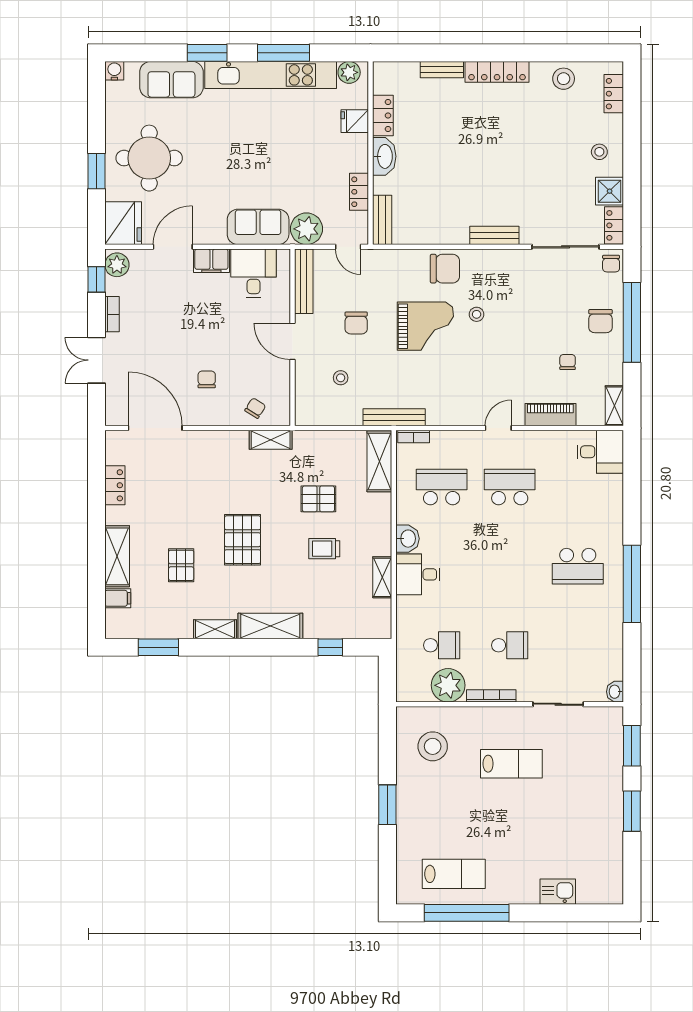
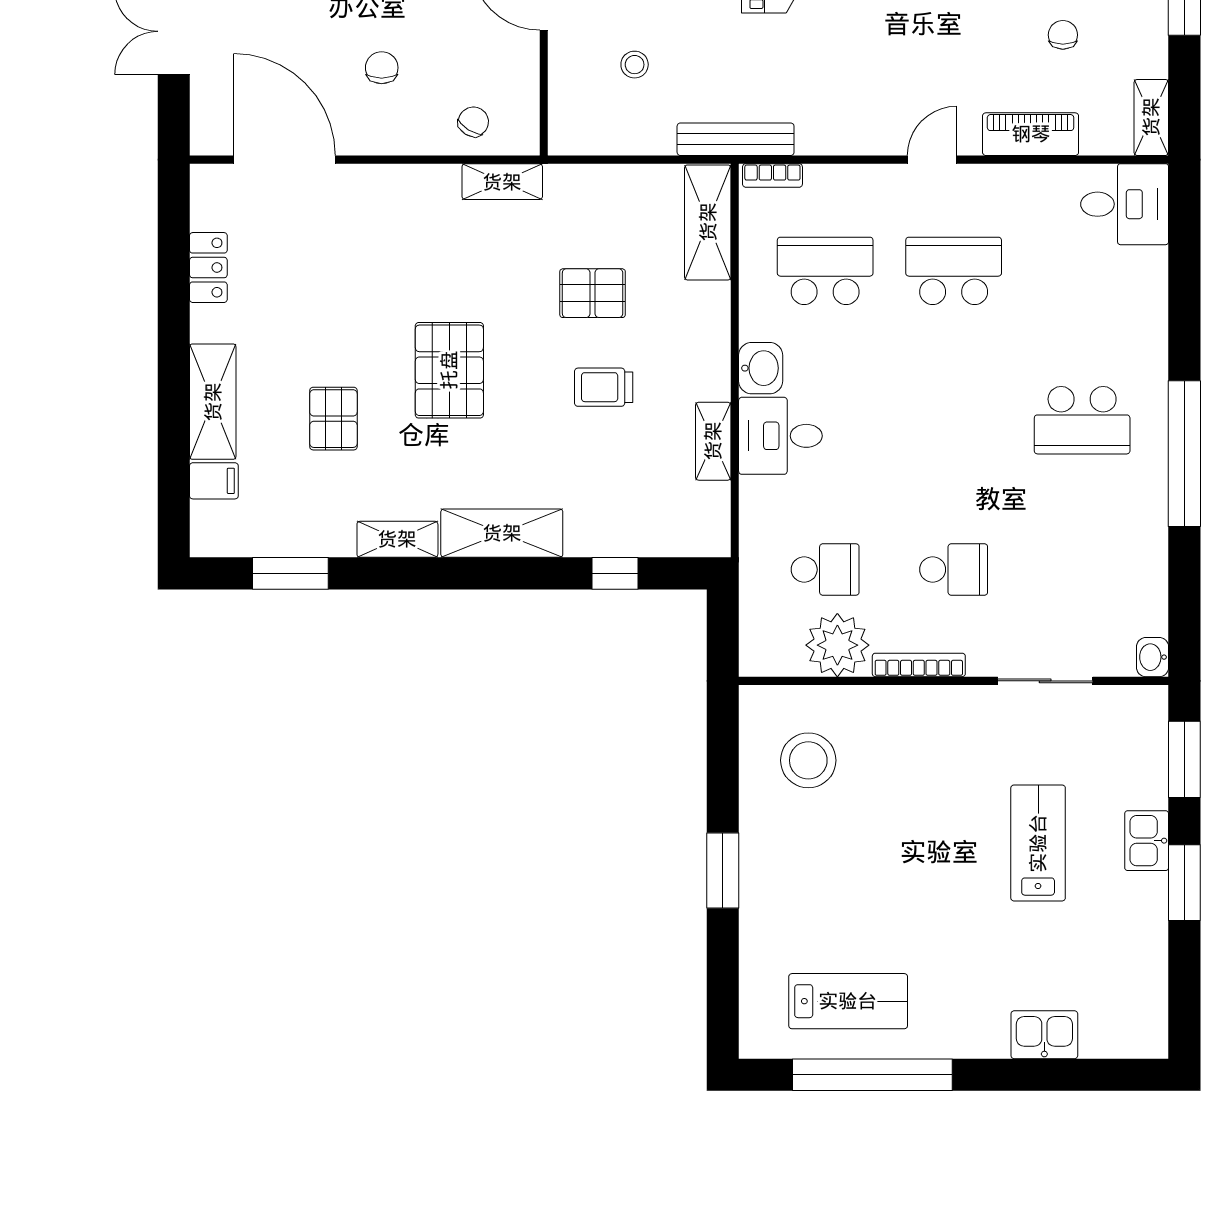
lab bench: (511, 764) -> (1038, 843), moved, turned -90
kitchen sink: (612, 789) -> (1147, 841), added

